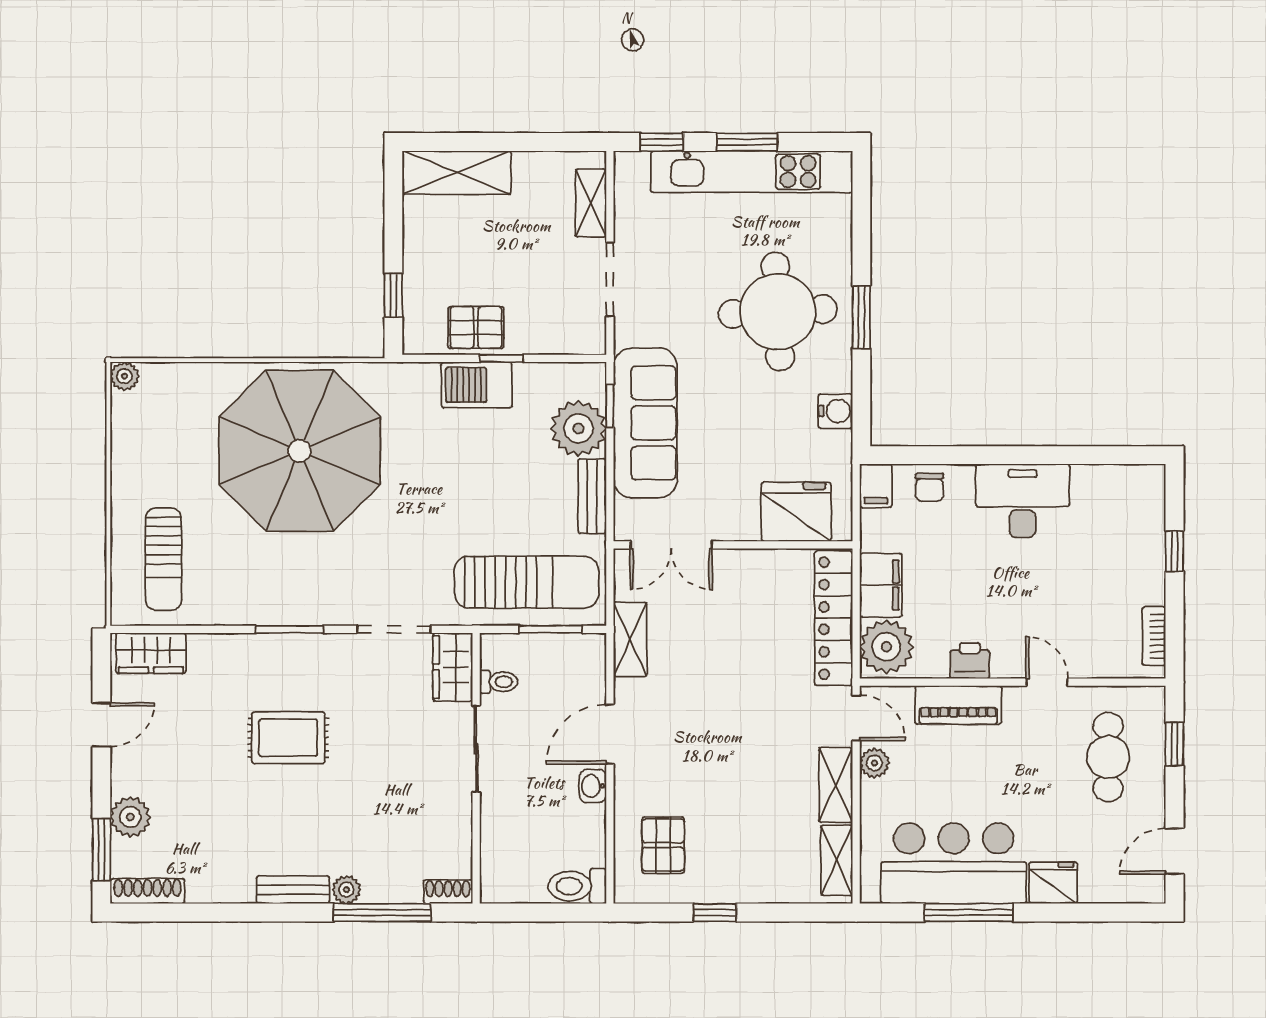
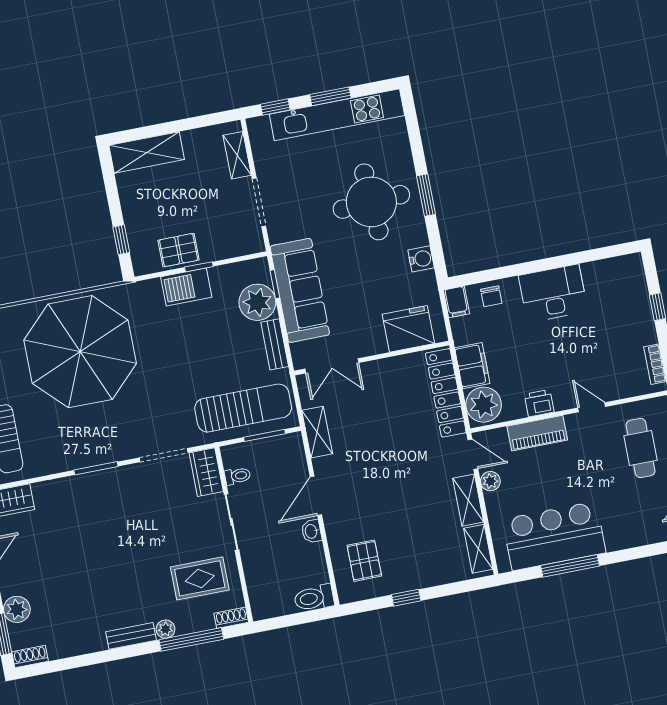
rug: (288, 738) -> (200, 578), moved
fridge: (1053, 883) -> (621, 536), removed
shoe rack: (147, 891) -> (30, 656), width x0.70

